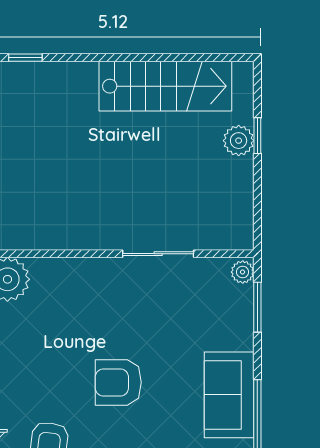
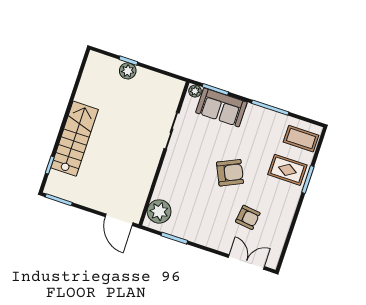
stairs: (165, 86) -> (75, 139), moved
armchair: (118, 382) -> (230, 173), turned -115
sofa: (229, 395) -> (221, 107), moved

